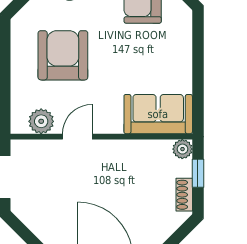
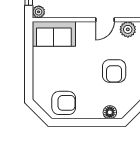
armchair: (63, 55) -> (114, 71), width x0.73, depth x0.73

